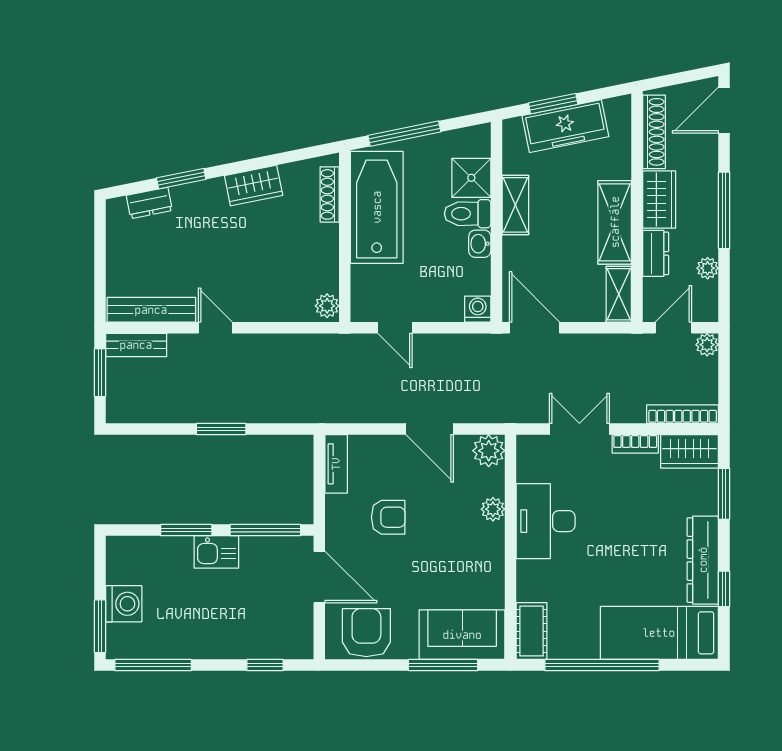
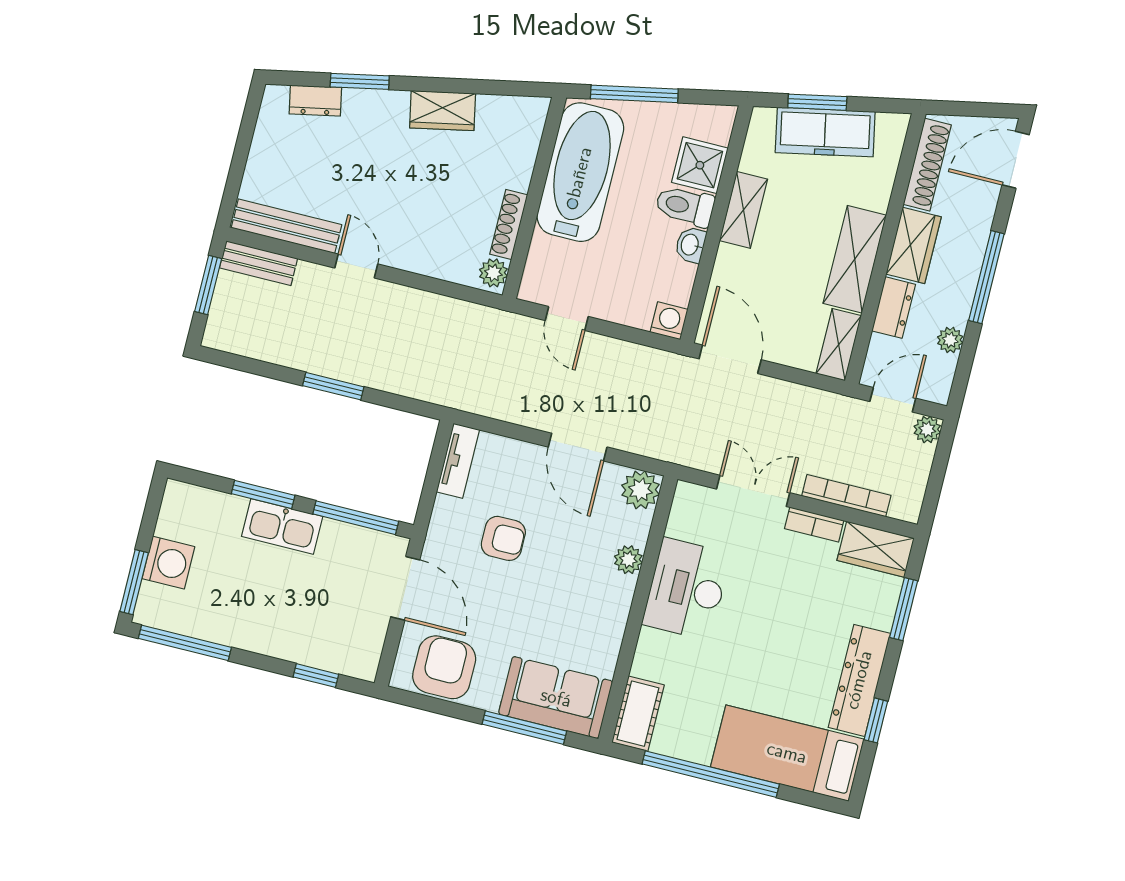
shoe rack: (330, 194) -> (509, 225), moved
bookcase: (683, 414) -> (846, 496), moved
kitchen sink: (216, 552) -> (282, 526), width x1.38

